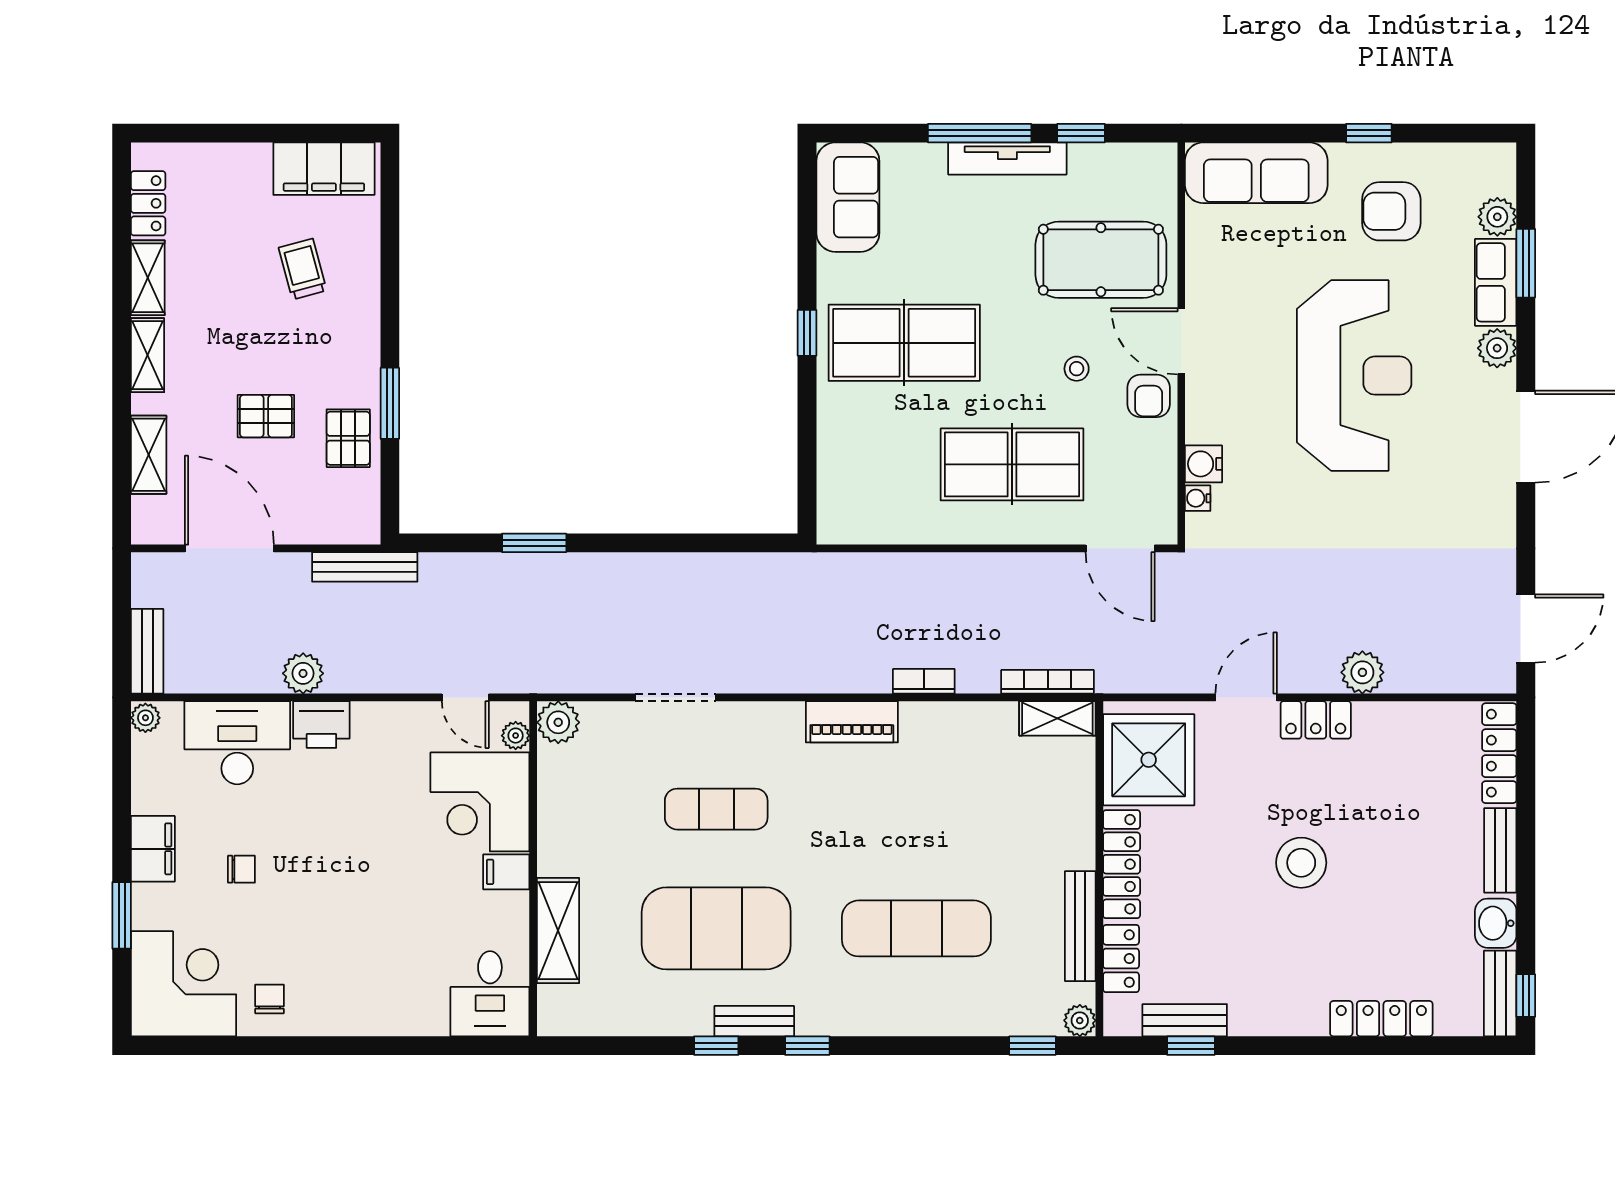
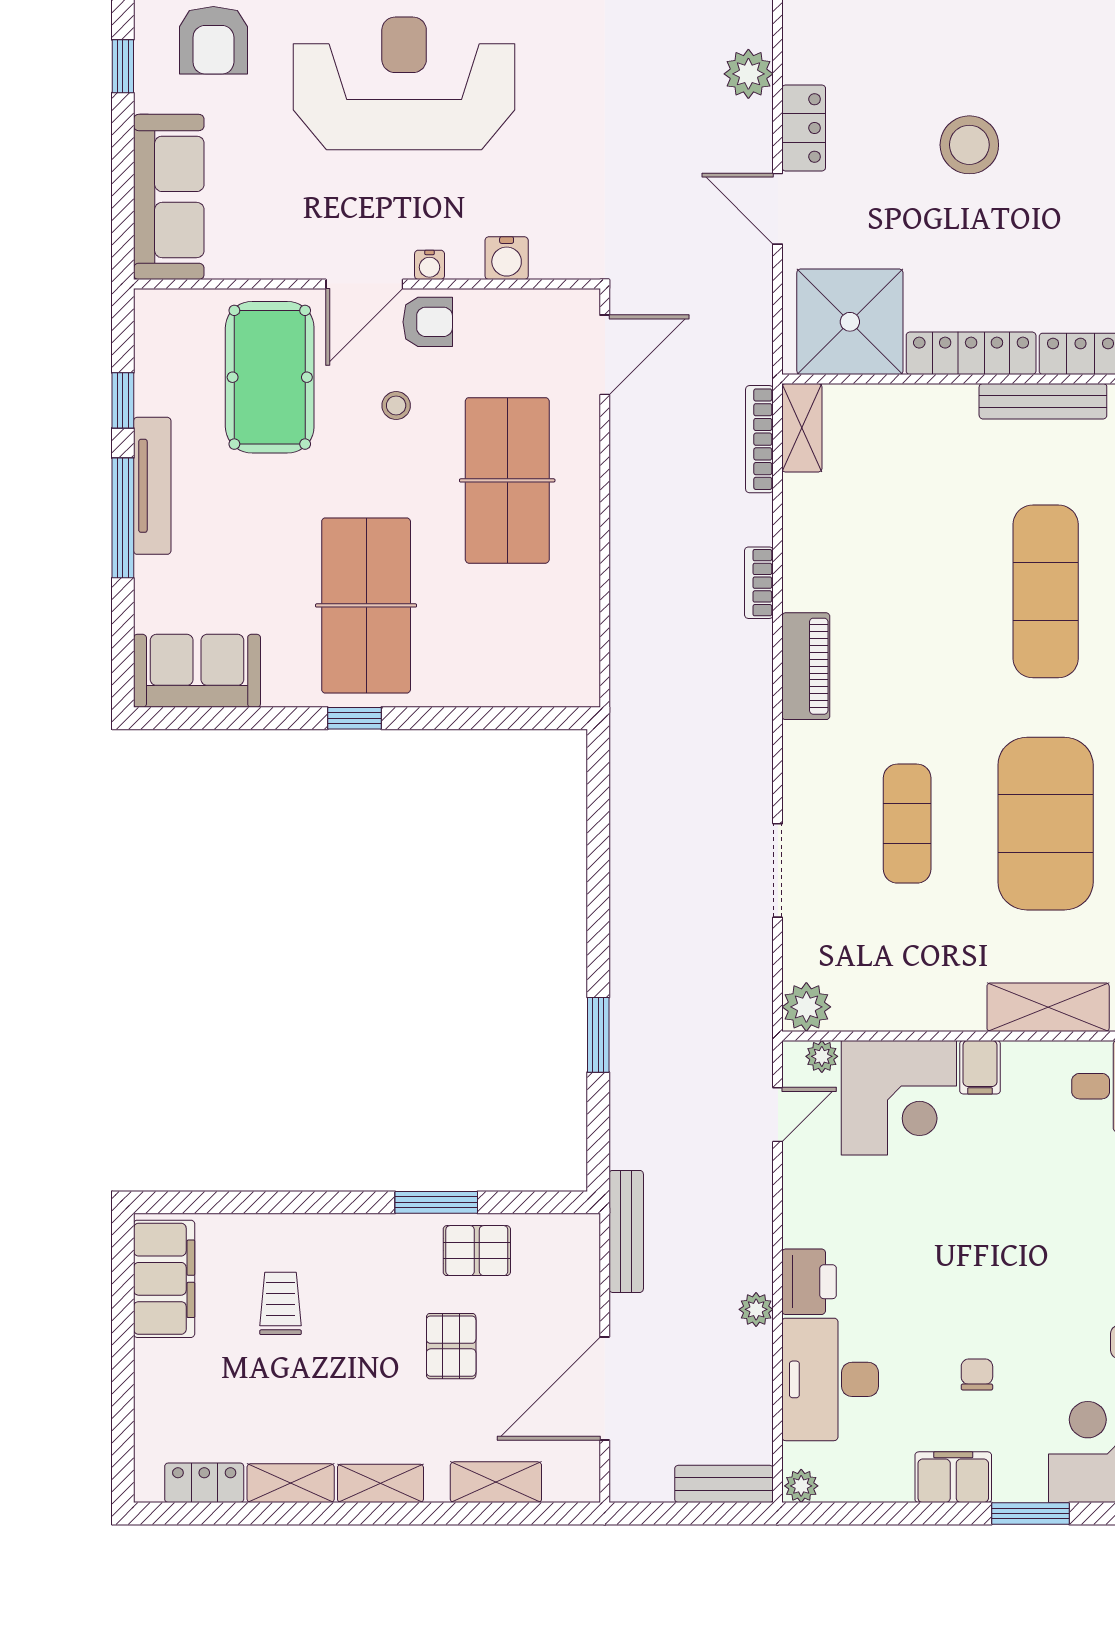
trolley: (303, 269) -> (280, 1303), turned 105
water cooler: (1198, 498) -> (430, 265), moved
plant: (303, 673) -> (756, 1309), width x0.73, depth x0.73

